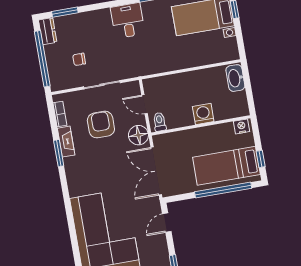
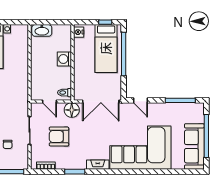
door: (145, 104) -> (50, 101), hinge flipped
fireplace: (66, 142) -> (98, 165), moved

